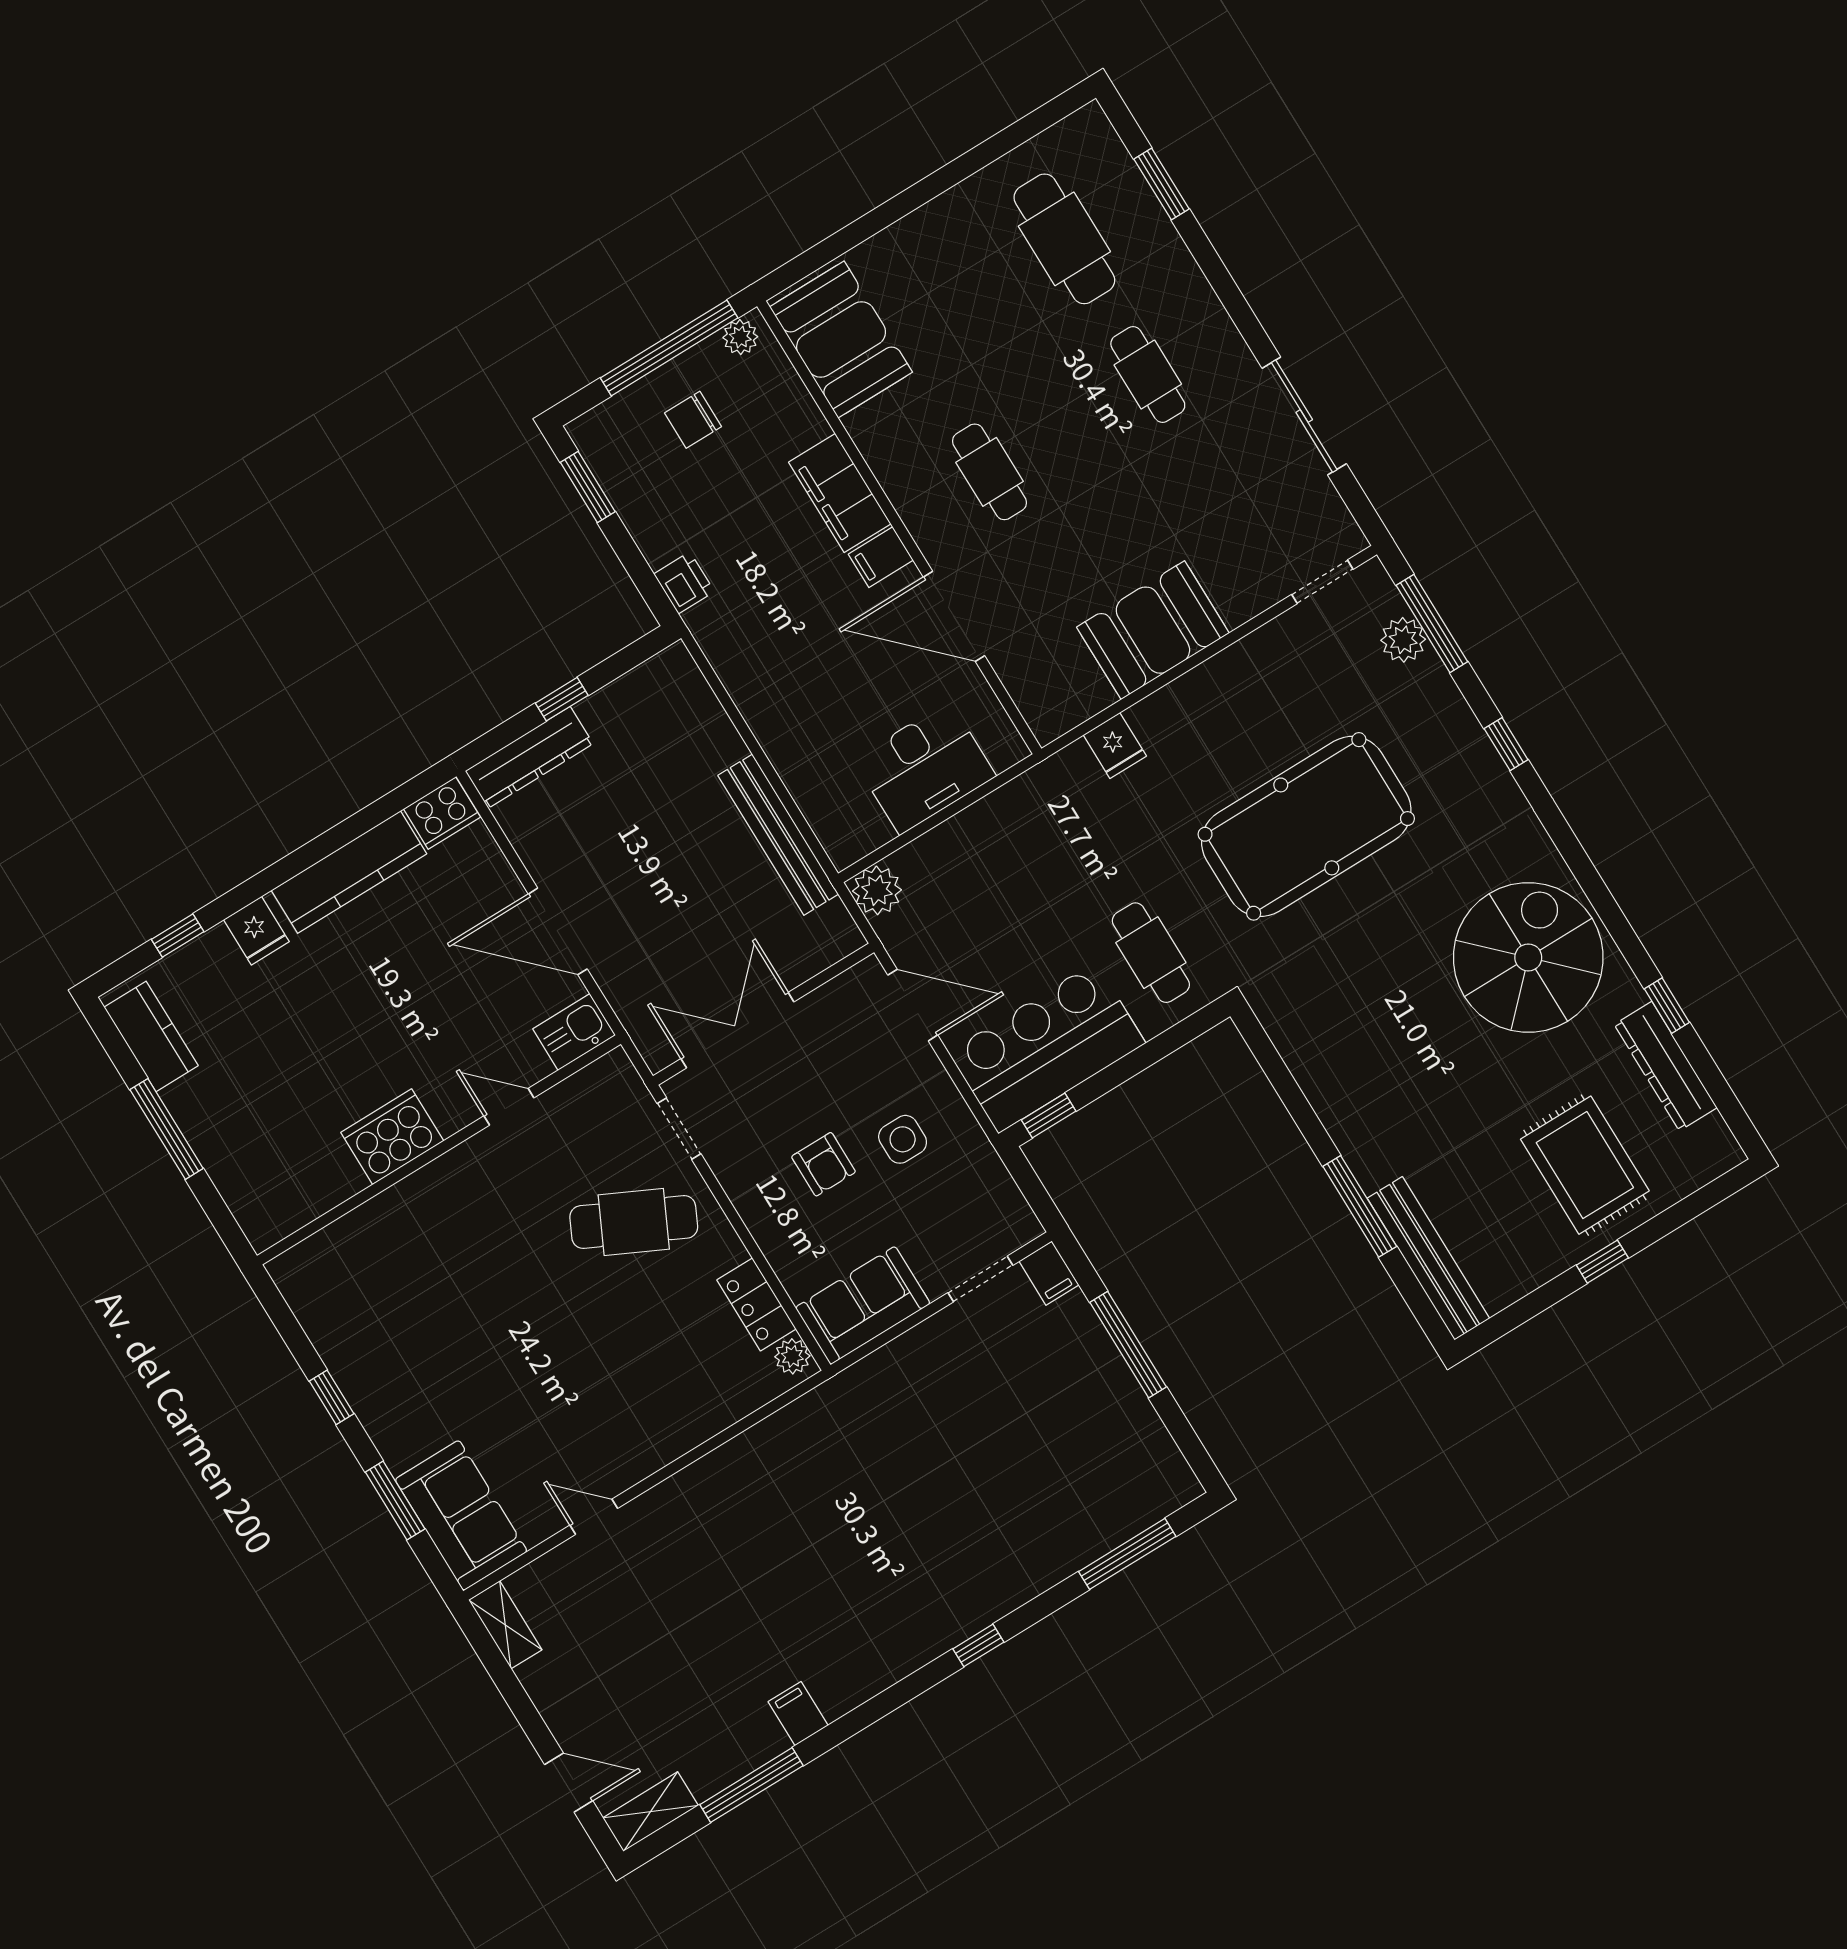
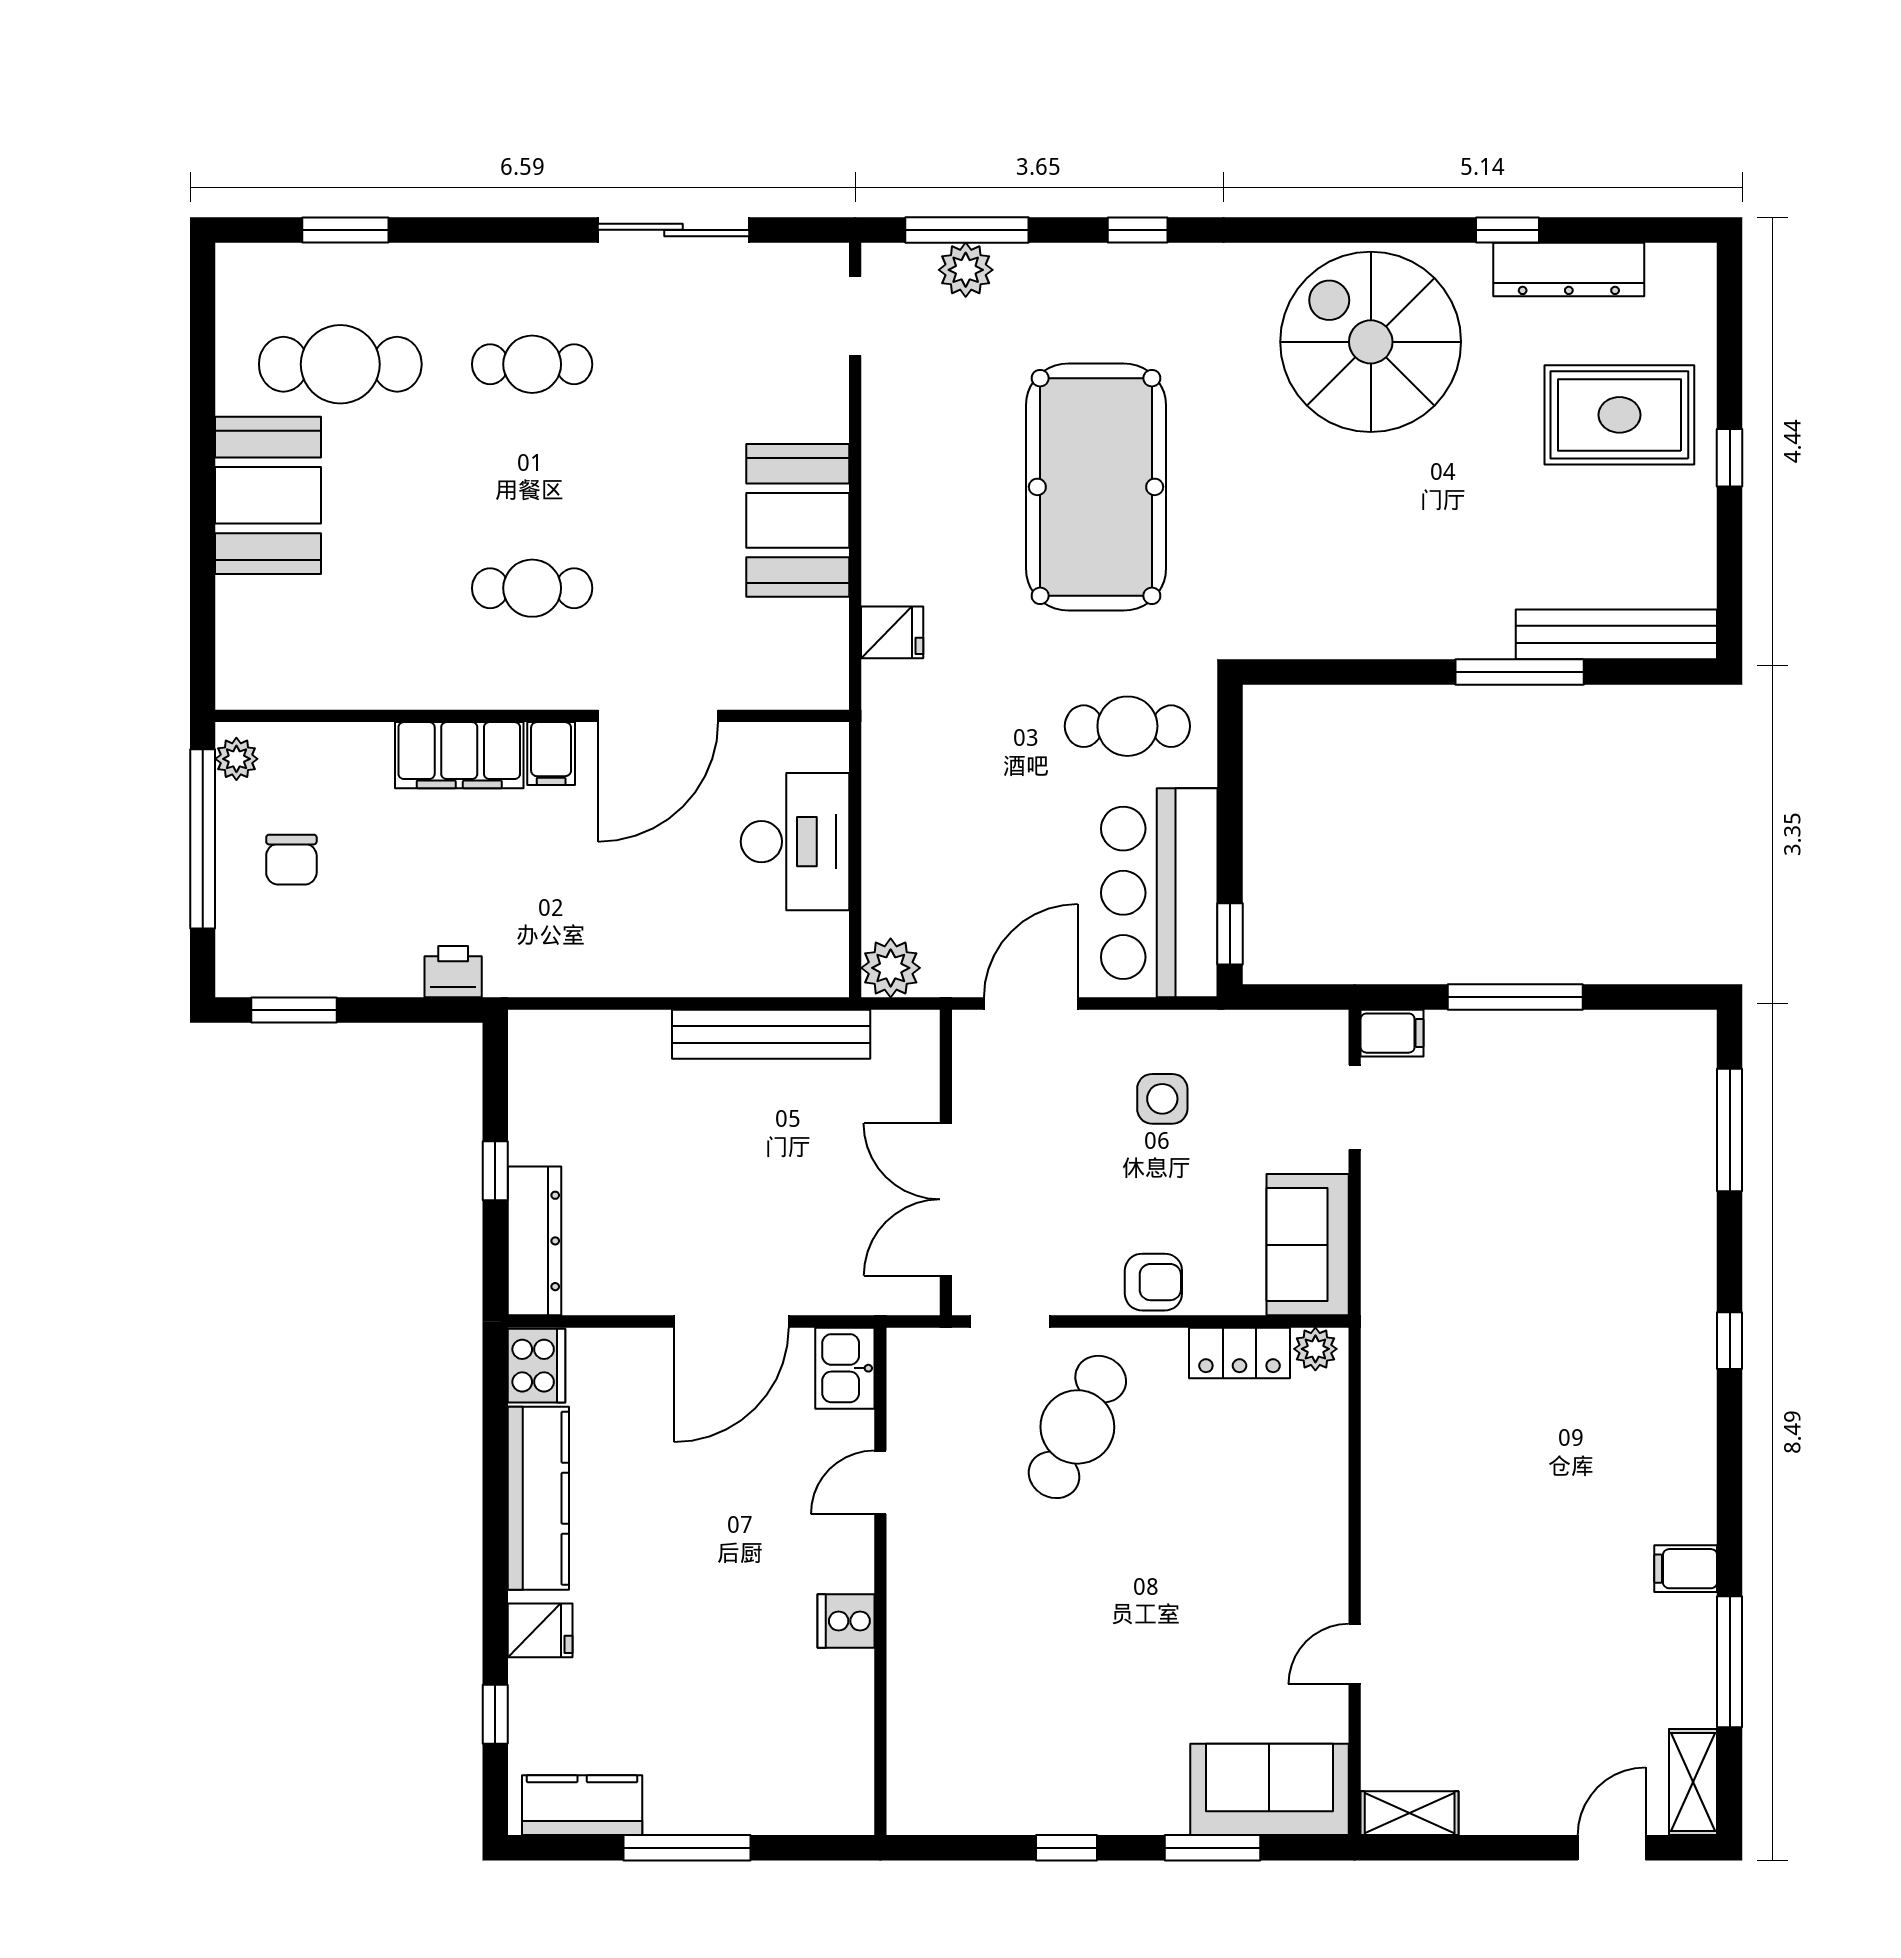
booth: (841, 340) -> (268, 495), moved, turned 90
cooker: (392, 1137) -> (846, 1621), width x0.53, depth x0.76
armchair: (823, 1164) -> (1153, 1282), moved

